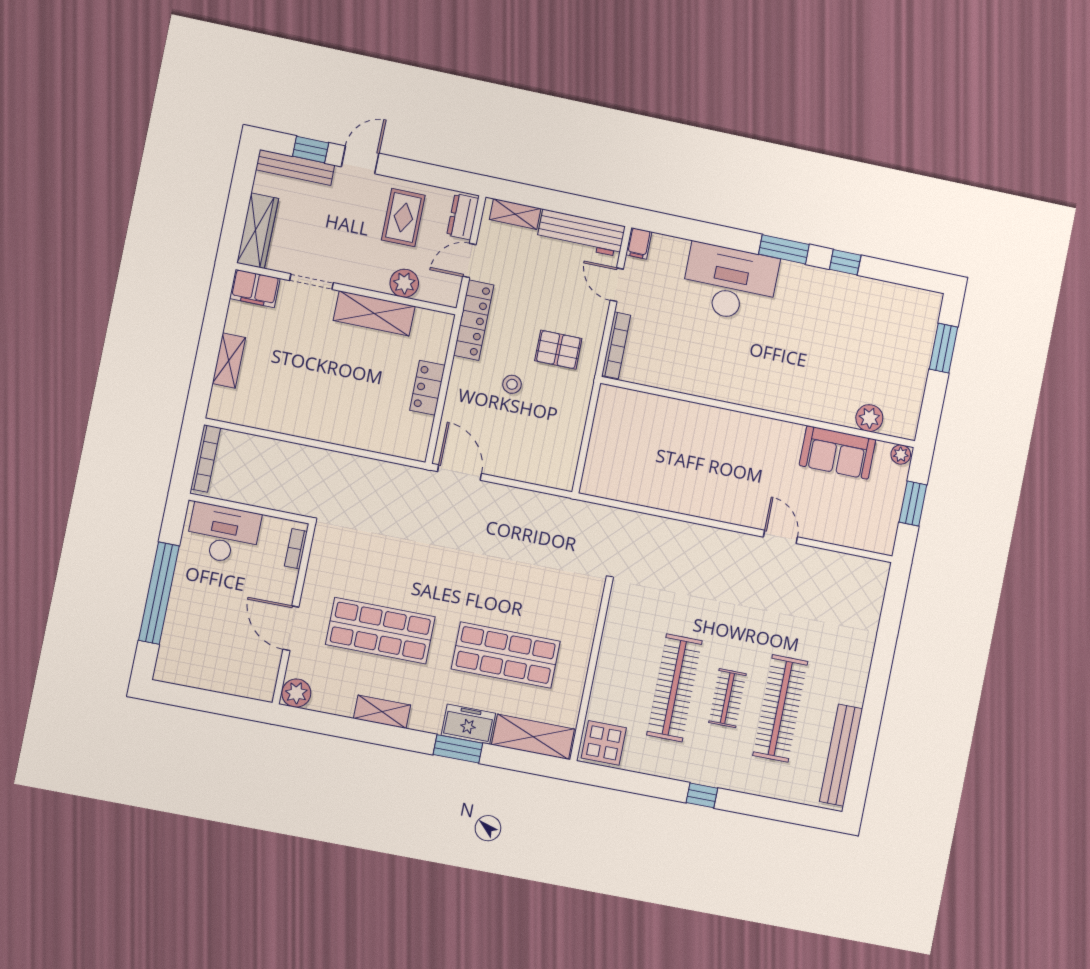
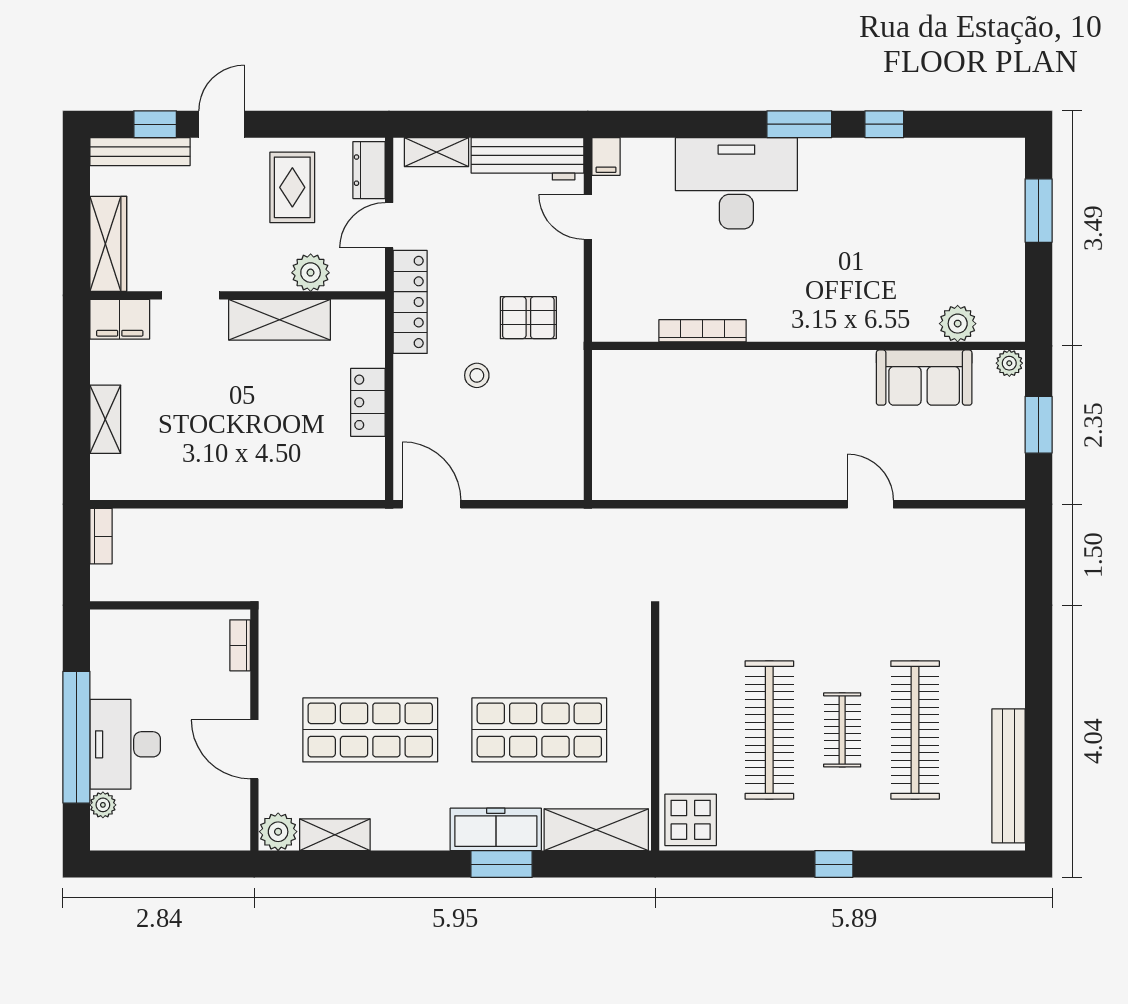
bookcase: (616, 345) -> (702, 331), moved, turned -90
bookcase: (206, 458) -> (101, 536), width x0.64
desk: (223, 534) -> (125, 744), moved, turned -90
plant: (169, 648) -> (103, 805), added
shelving: (382, 712) -> (335, 835), moved
freezer: (468, 724) -> (496, 829), width x1.40

